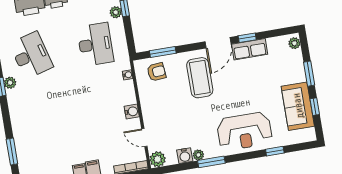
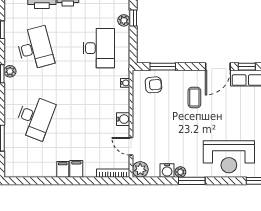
coffee table: (200, 78) -> (194, 97), width x0.54, depth x0.58
desk: (43, 125) -> (35, 118), added

